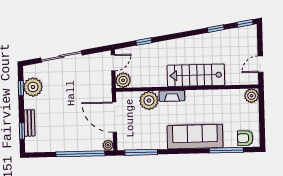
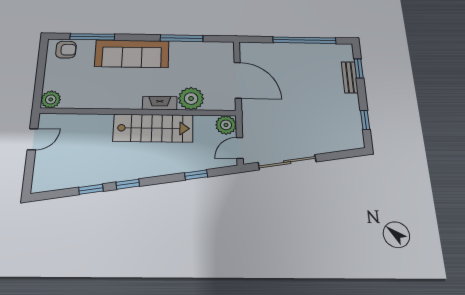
window: (245, 23) -> (128, 184), moved
sliding door: (62, 56) -> (287, 162), moved
stairs: (196, 75) -> (153, 128), moved
plant: (33, 87) -> (349, 121), removed
plant: (108, 145) -> (246, 48), removed
window: (141, 152) -> (182, 38), moved
window: (80, 154) -> (304, 40), moved

